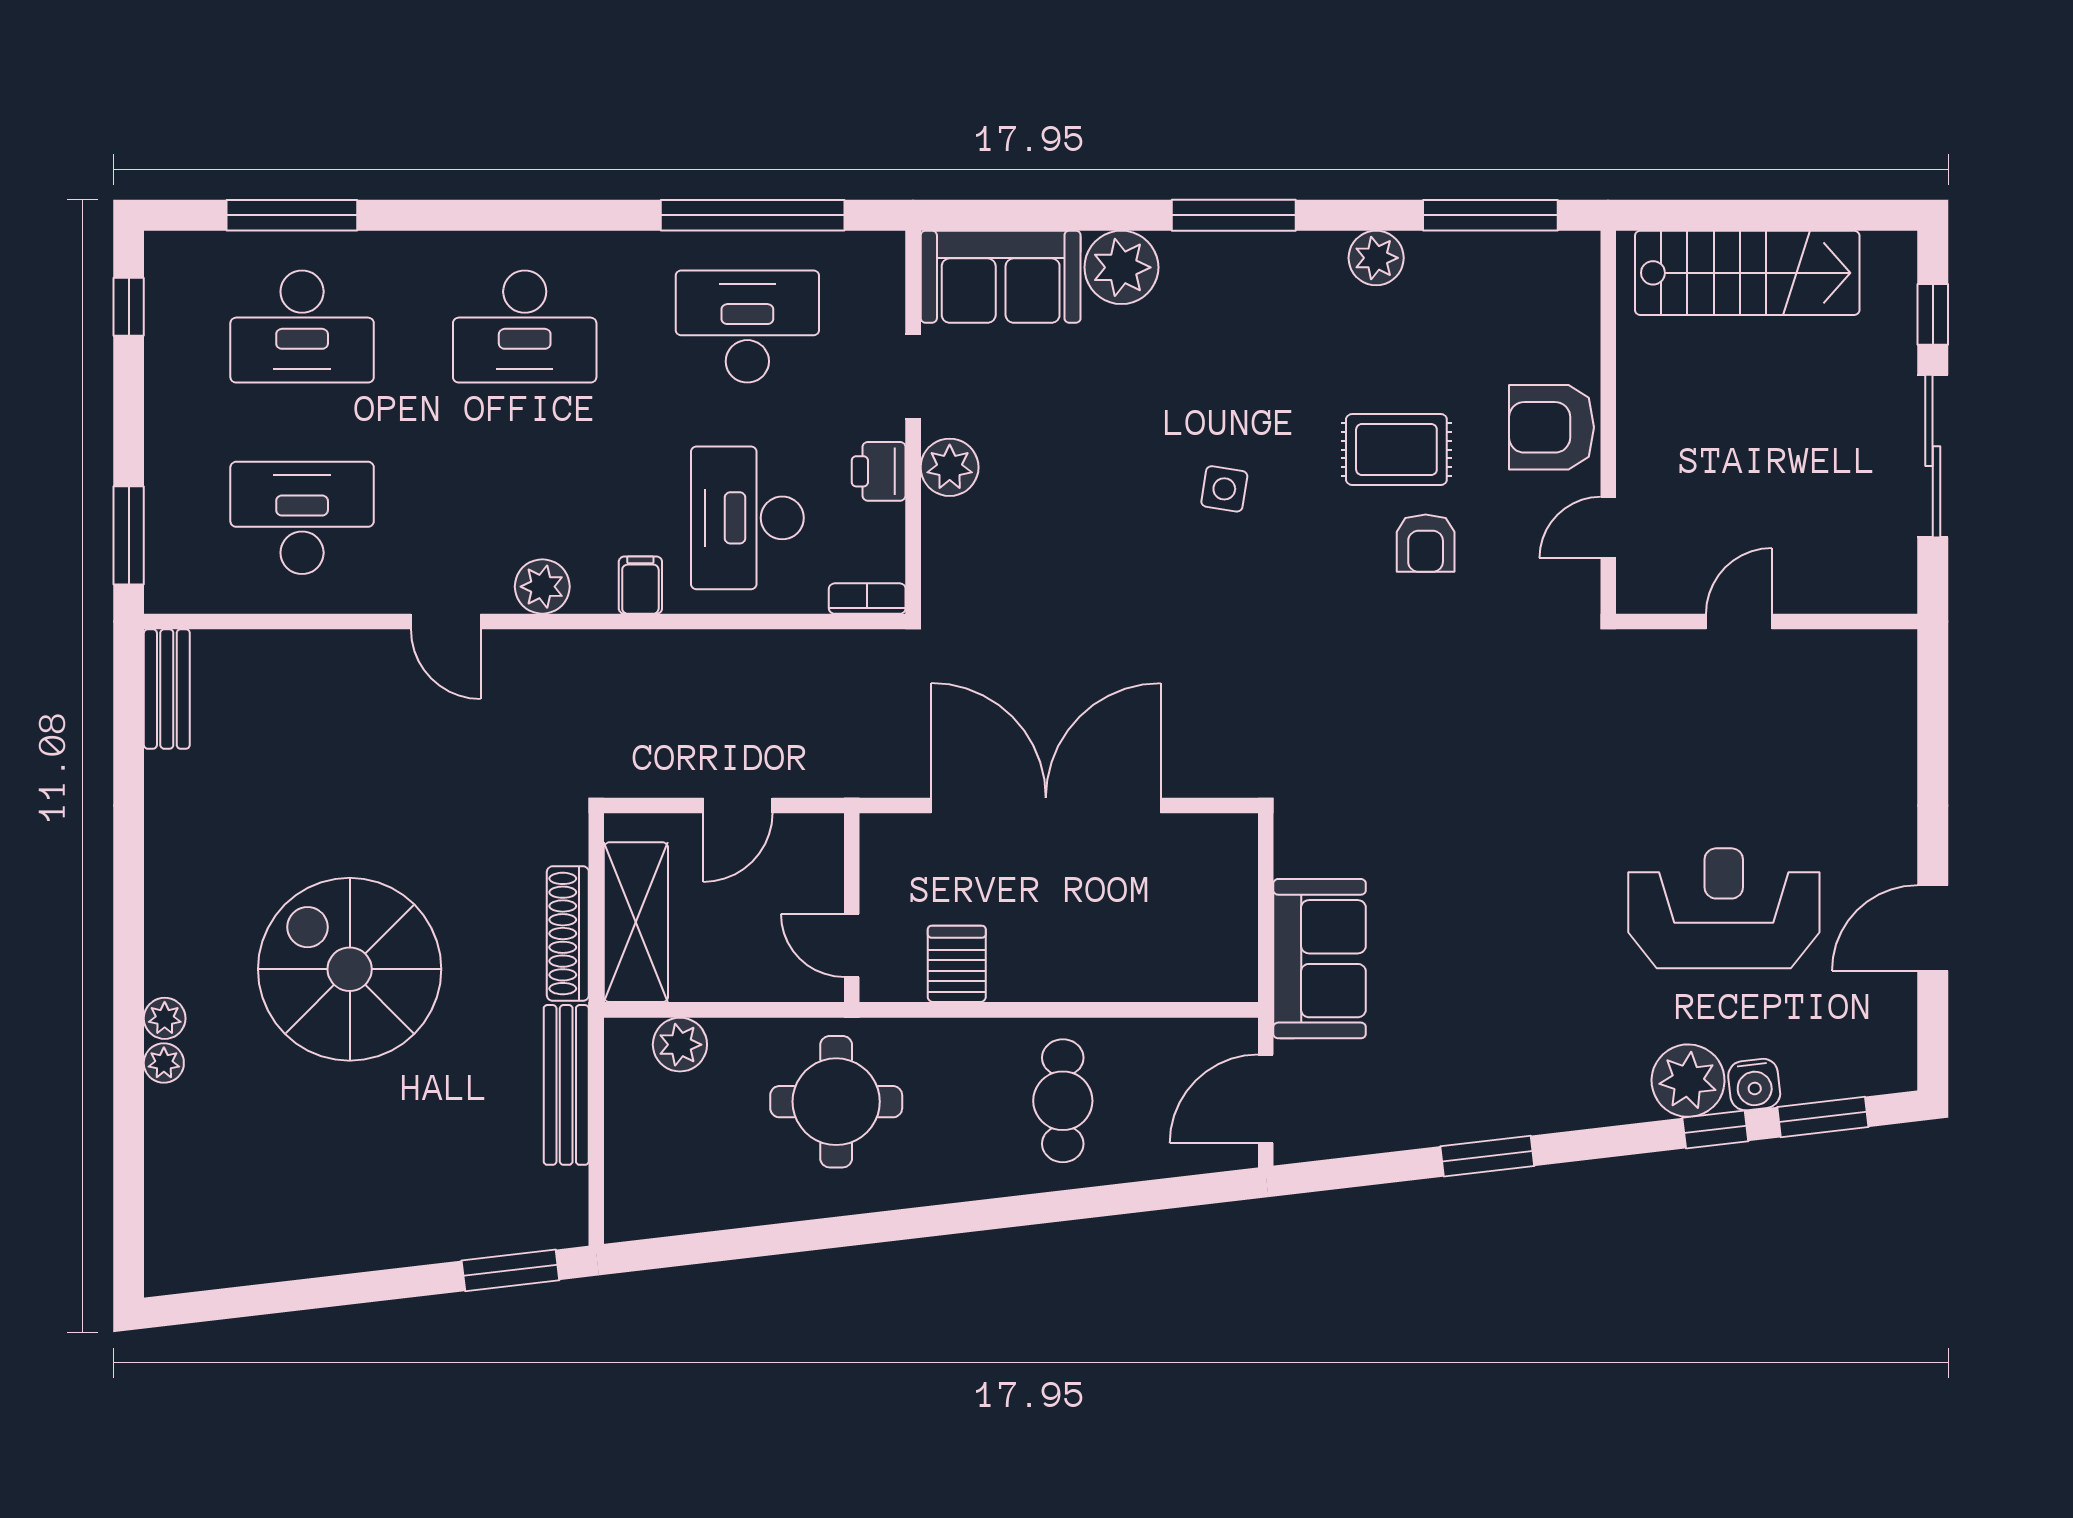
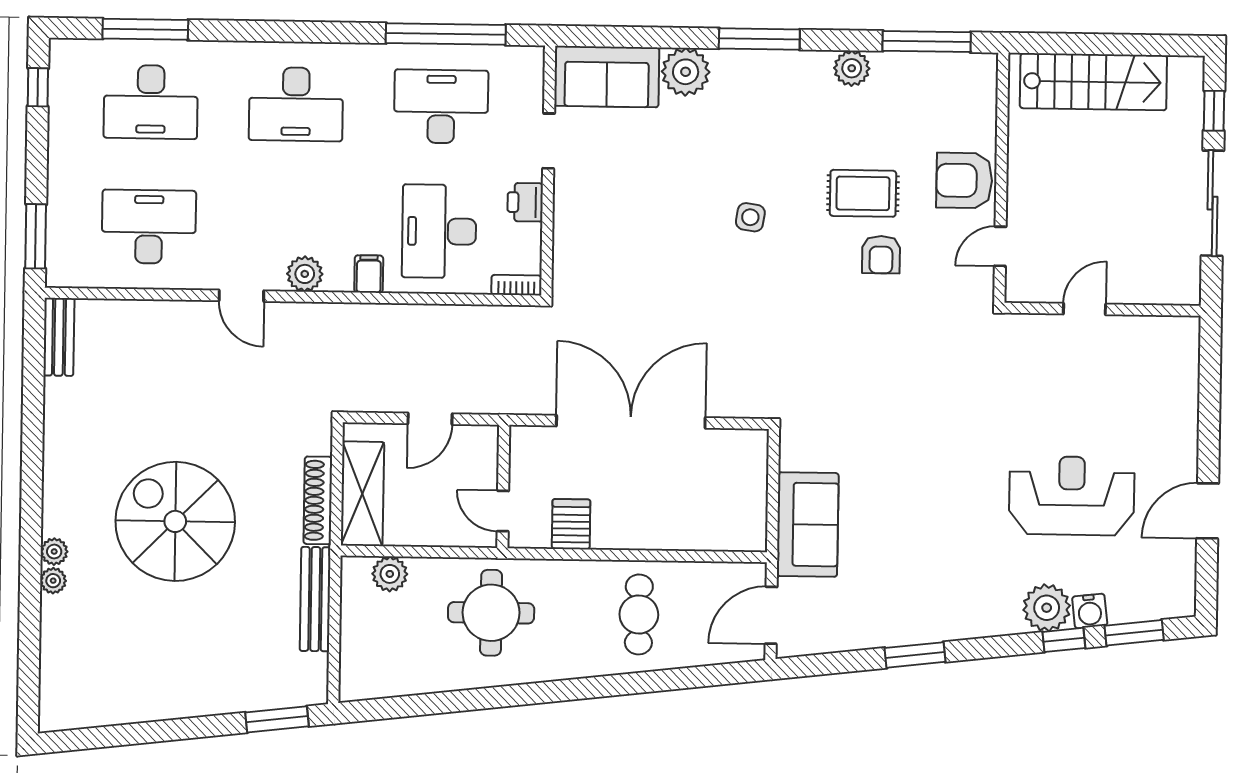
plant: (950, 467) -> (571, 200), removed

